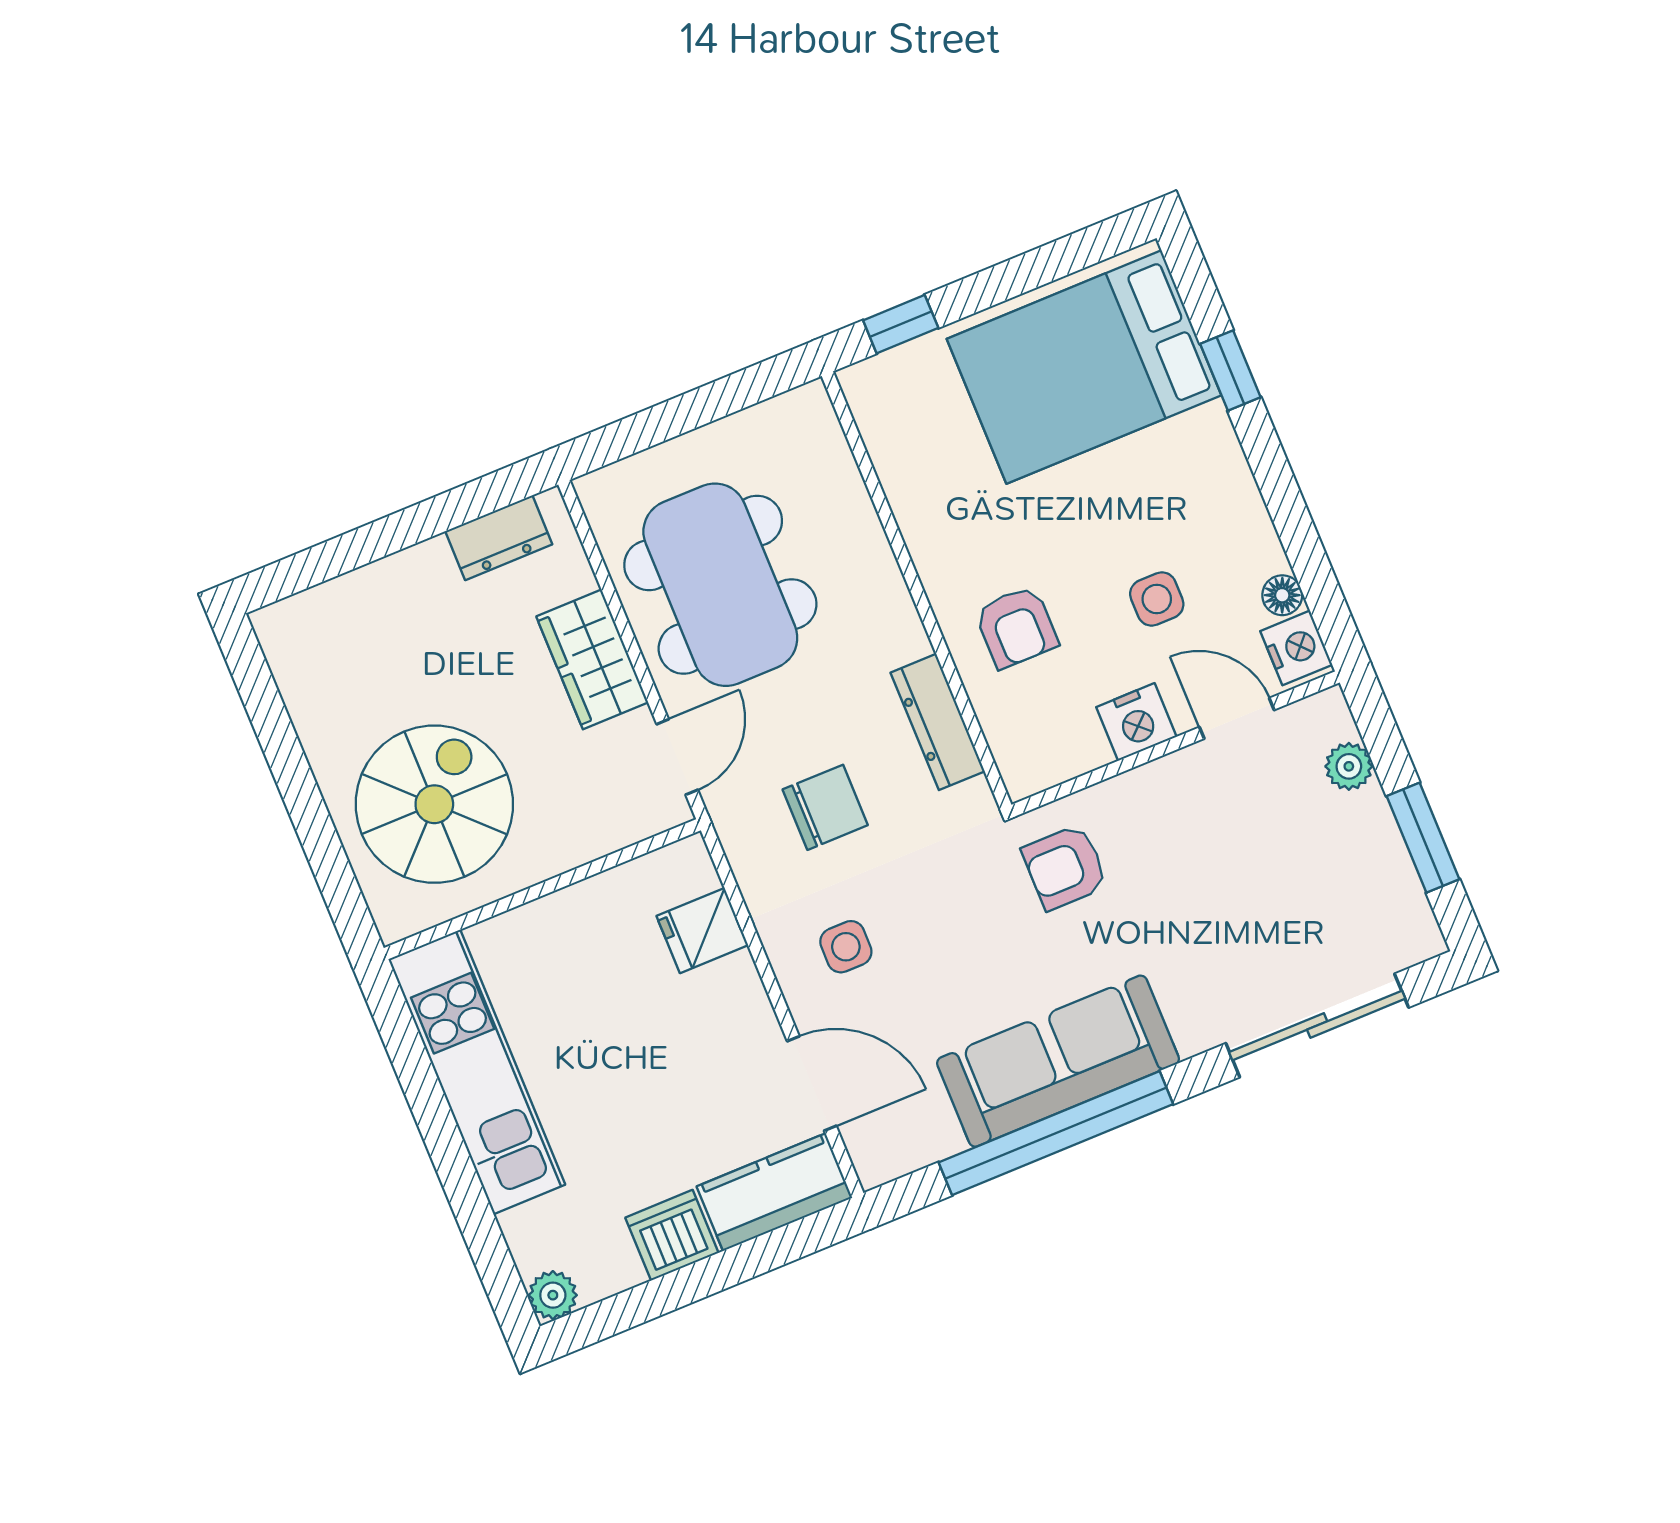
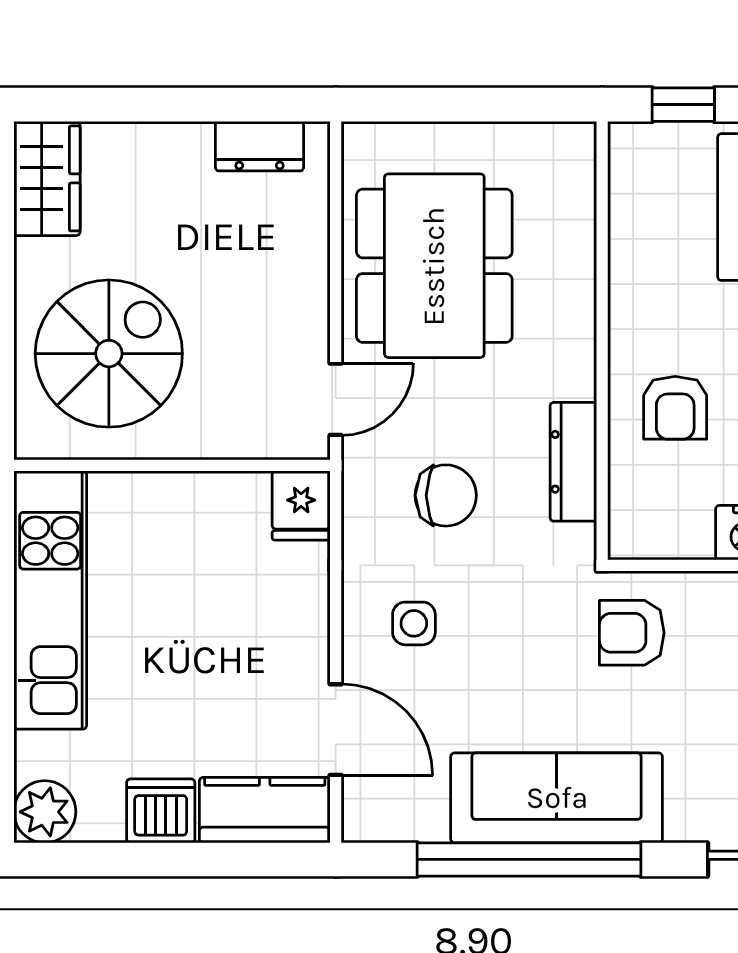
wardrobe: (592, 659) -> (47, 178), moved, turned 180
fridge: (702, 931) -> (301, 506), moved, turned -90
plant: (553, 1295) -> (45, 812), width x1.38, depth x1.38

